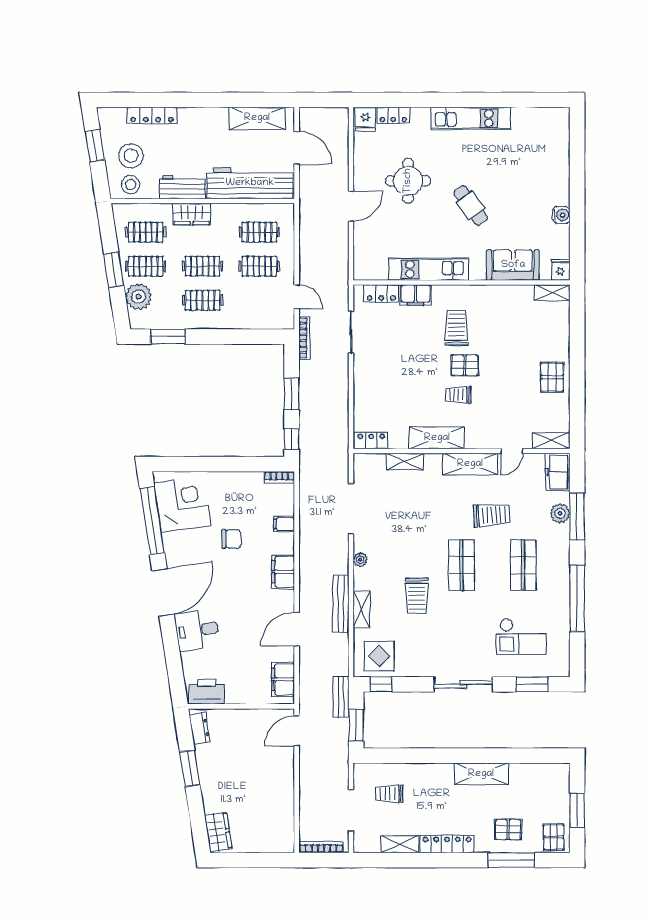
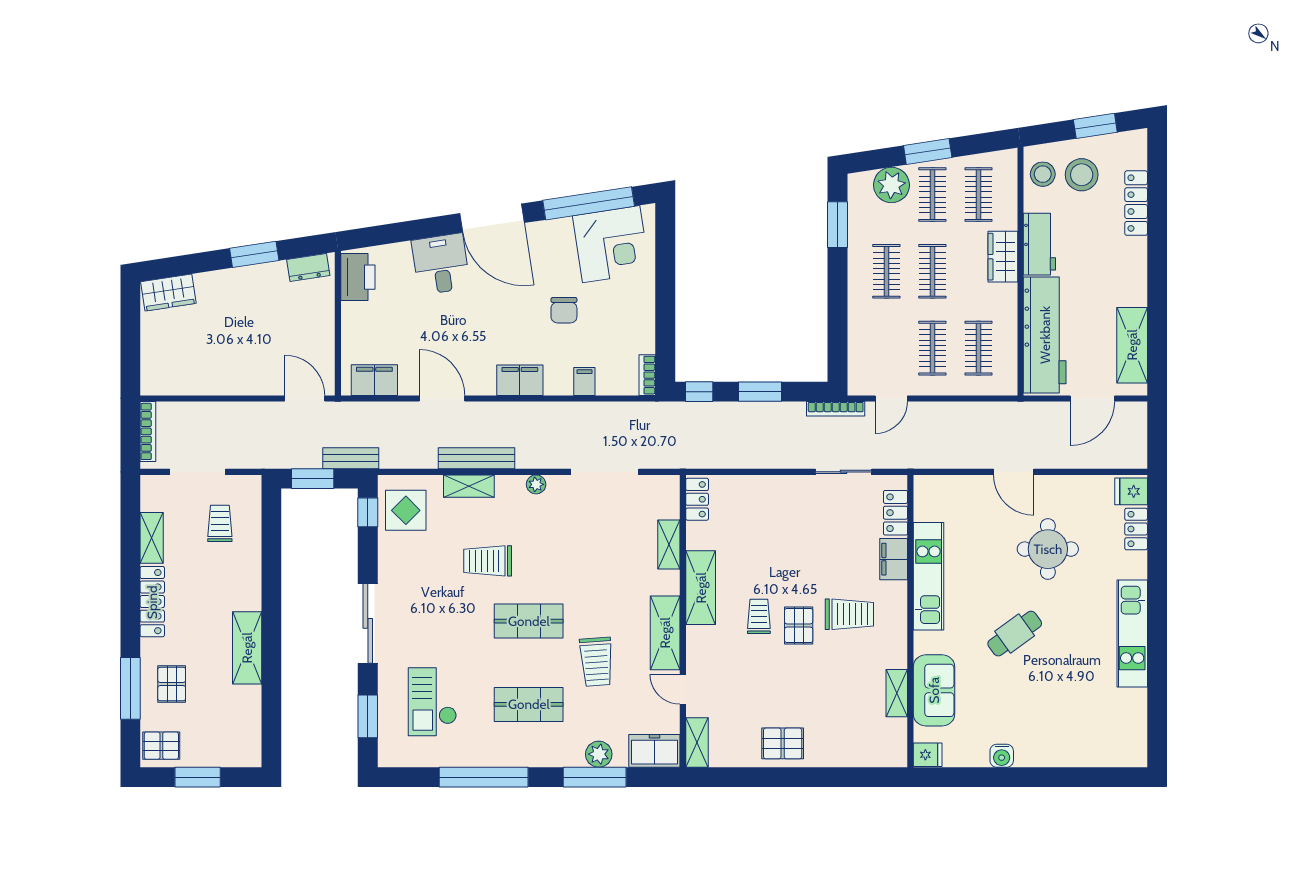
shelving: (552, 293) -> (897, 693), moved

